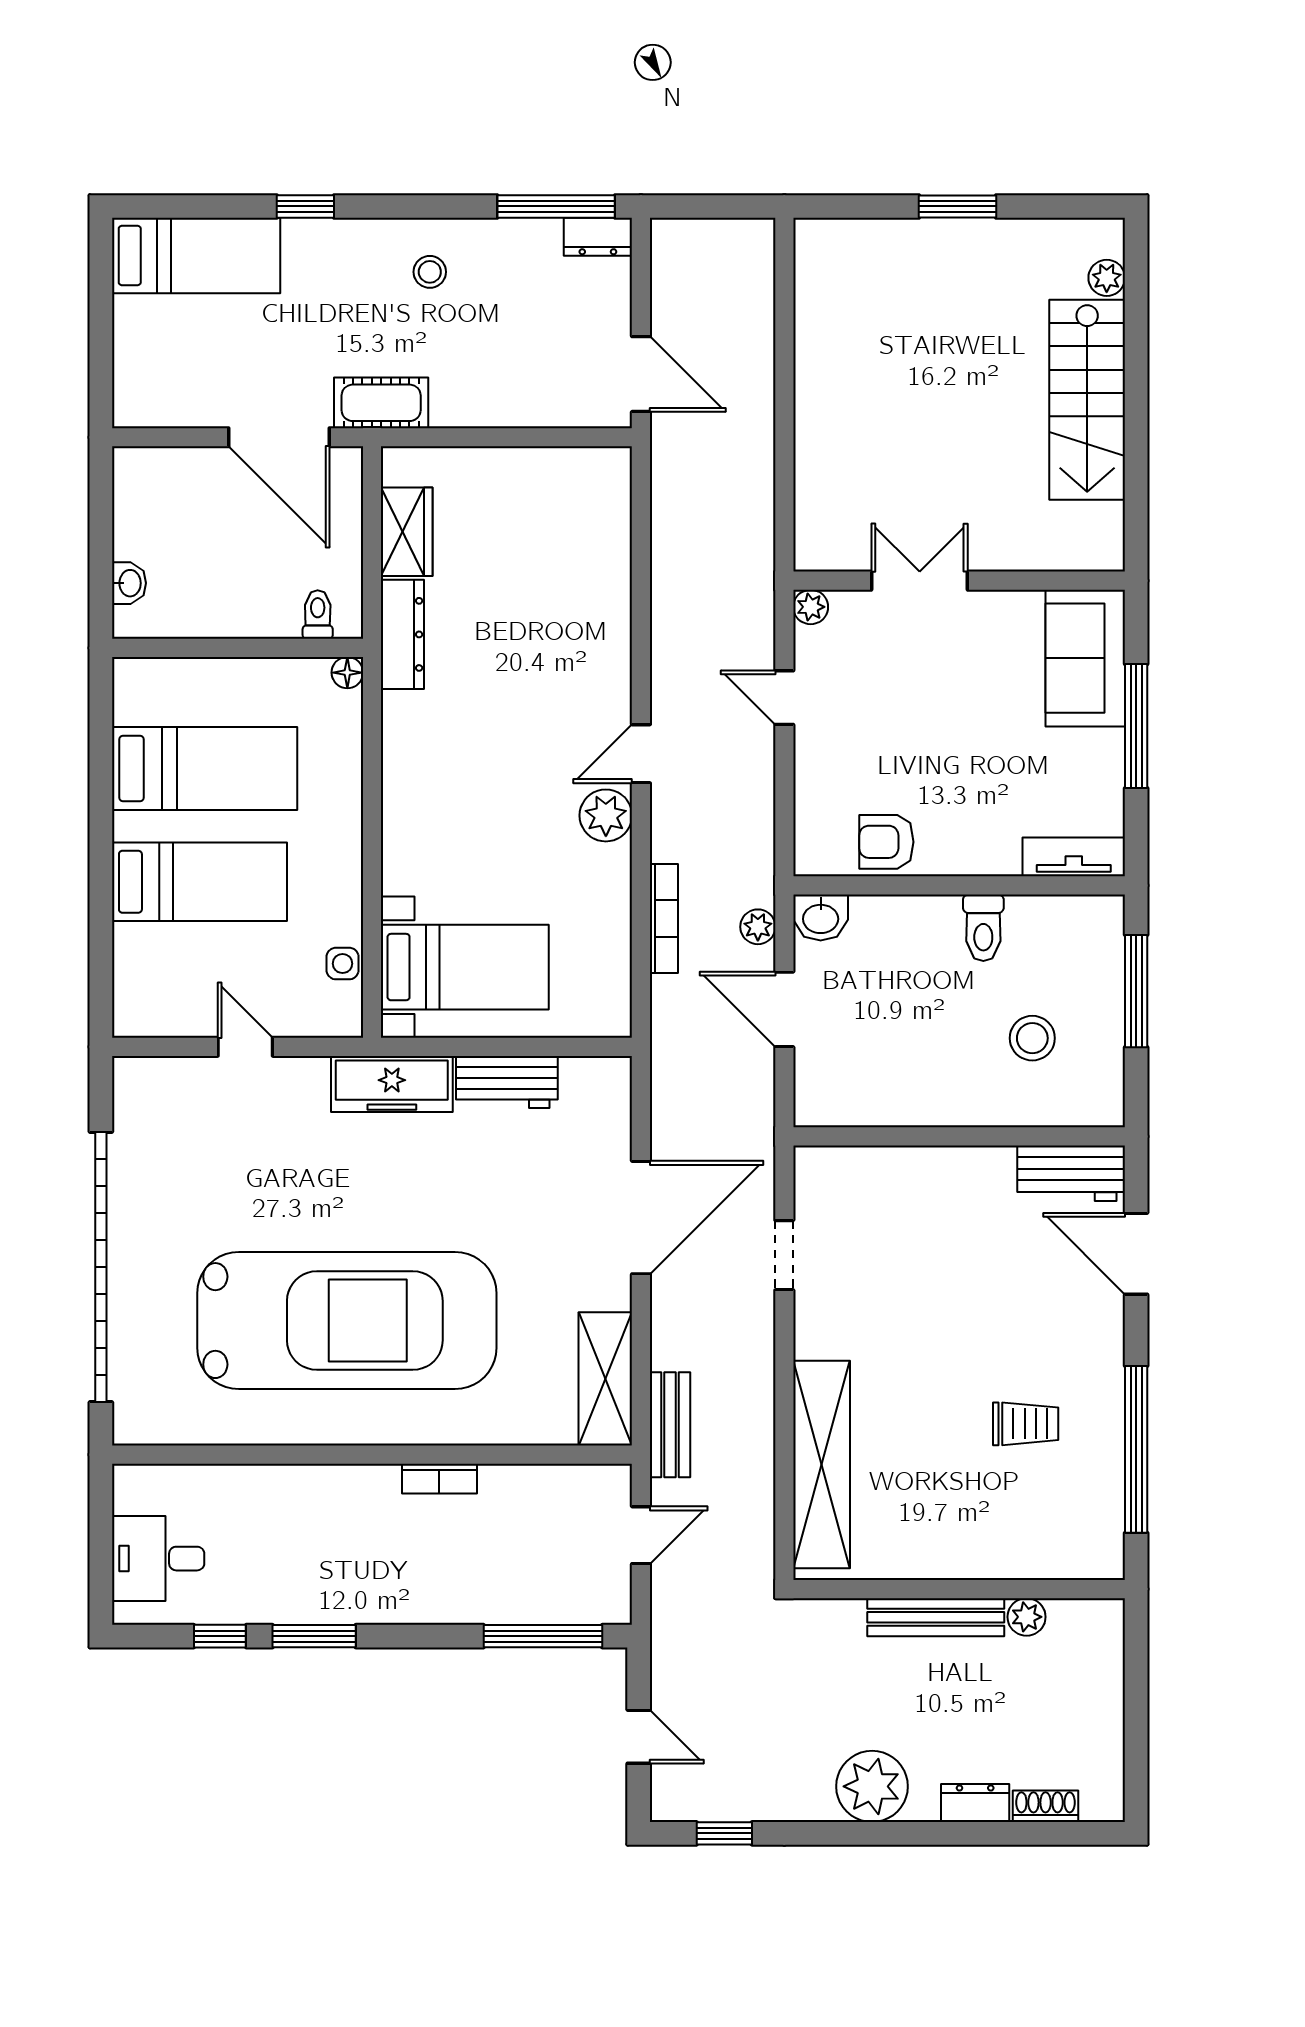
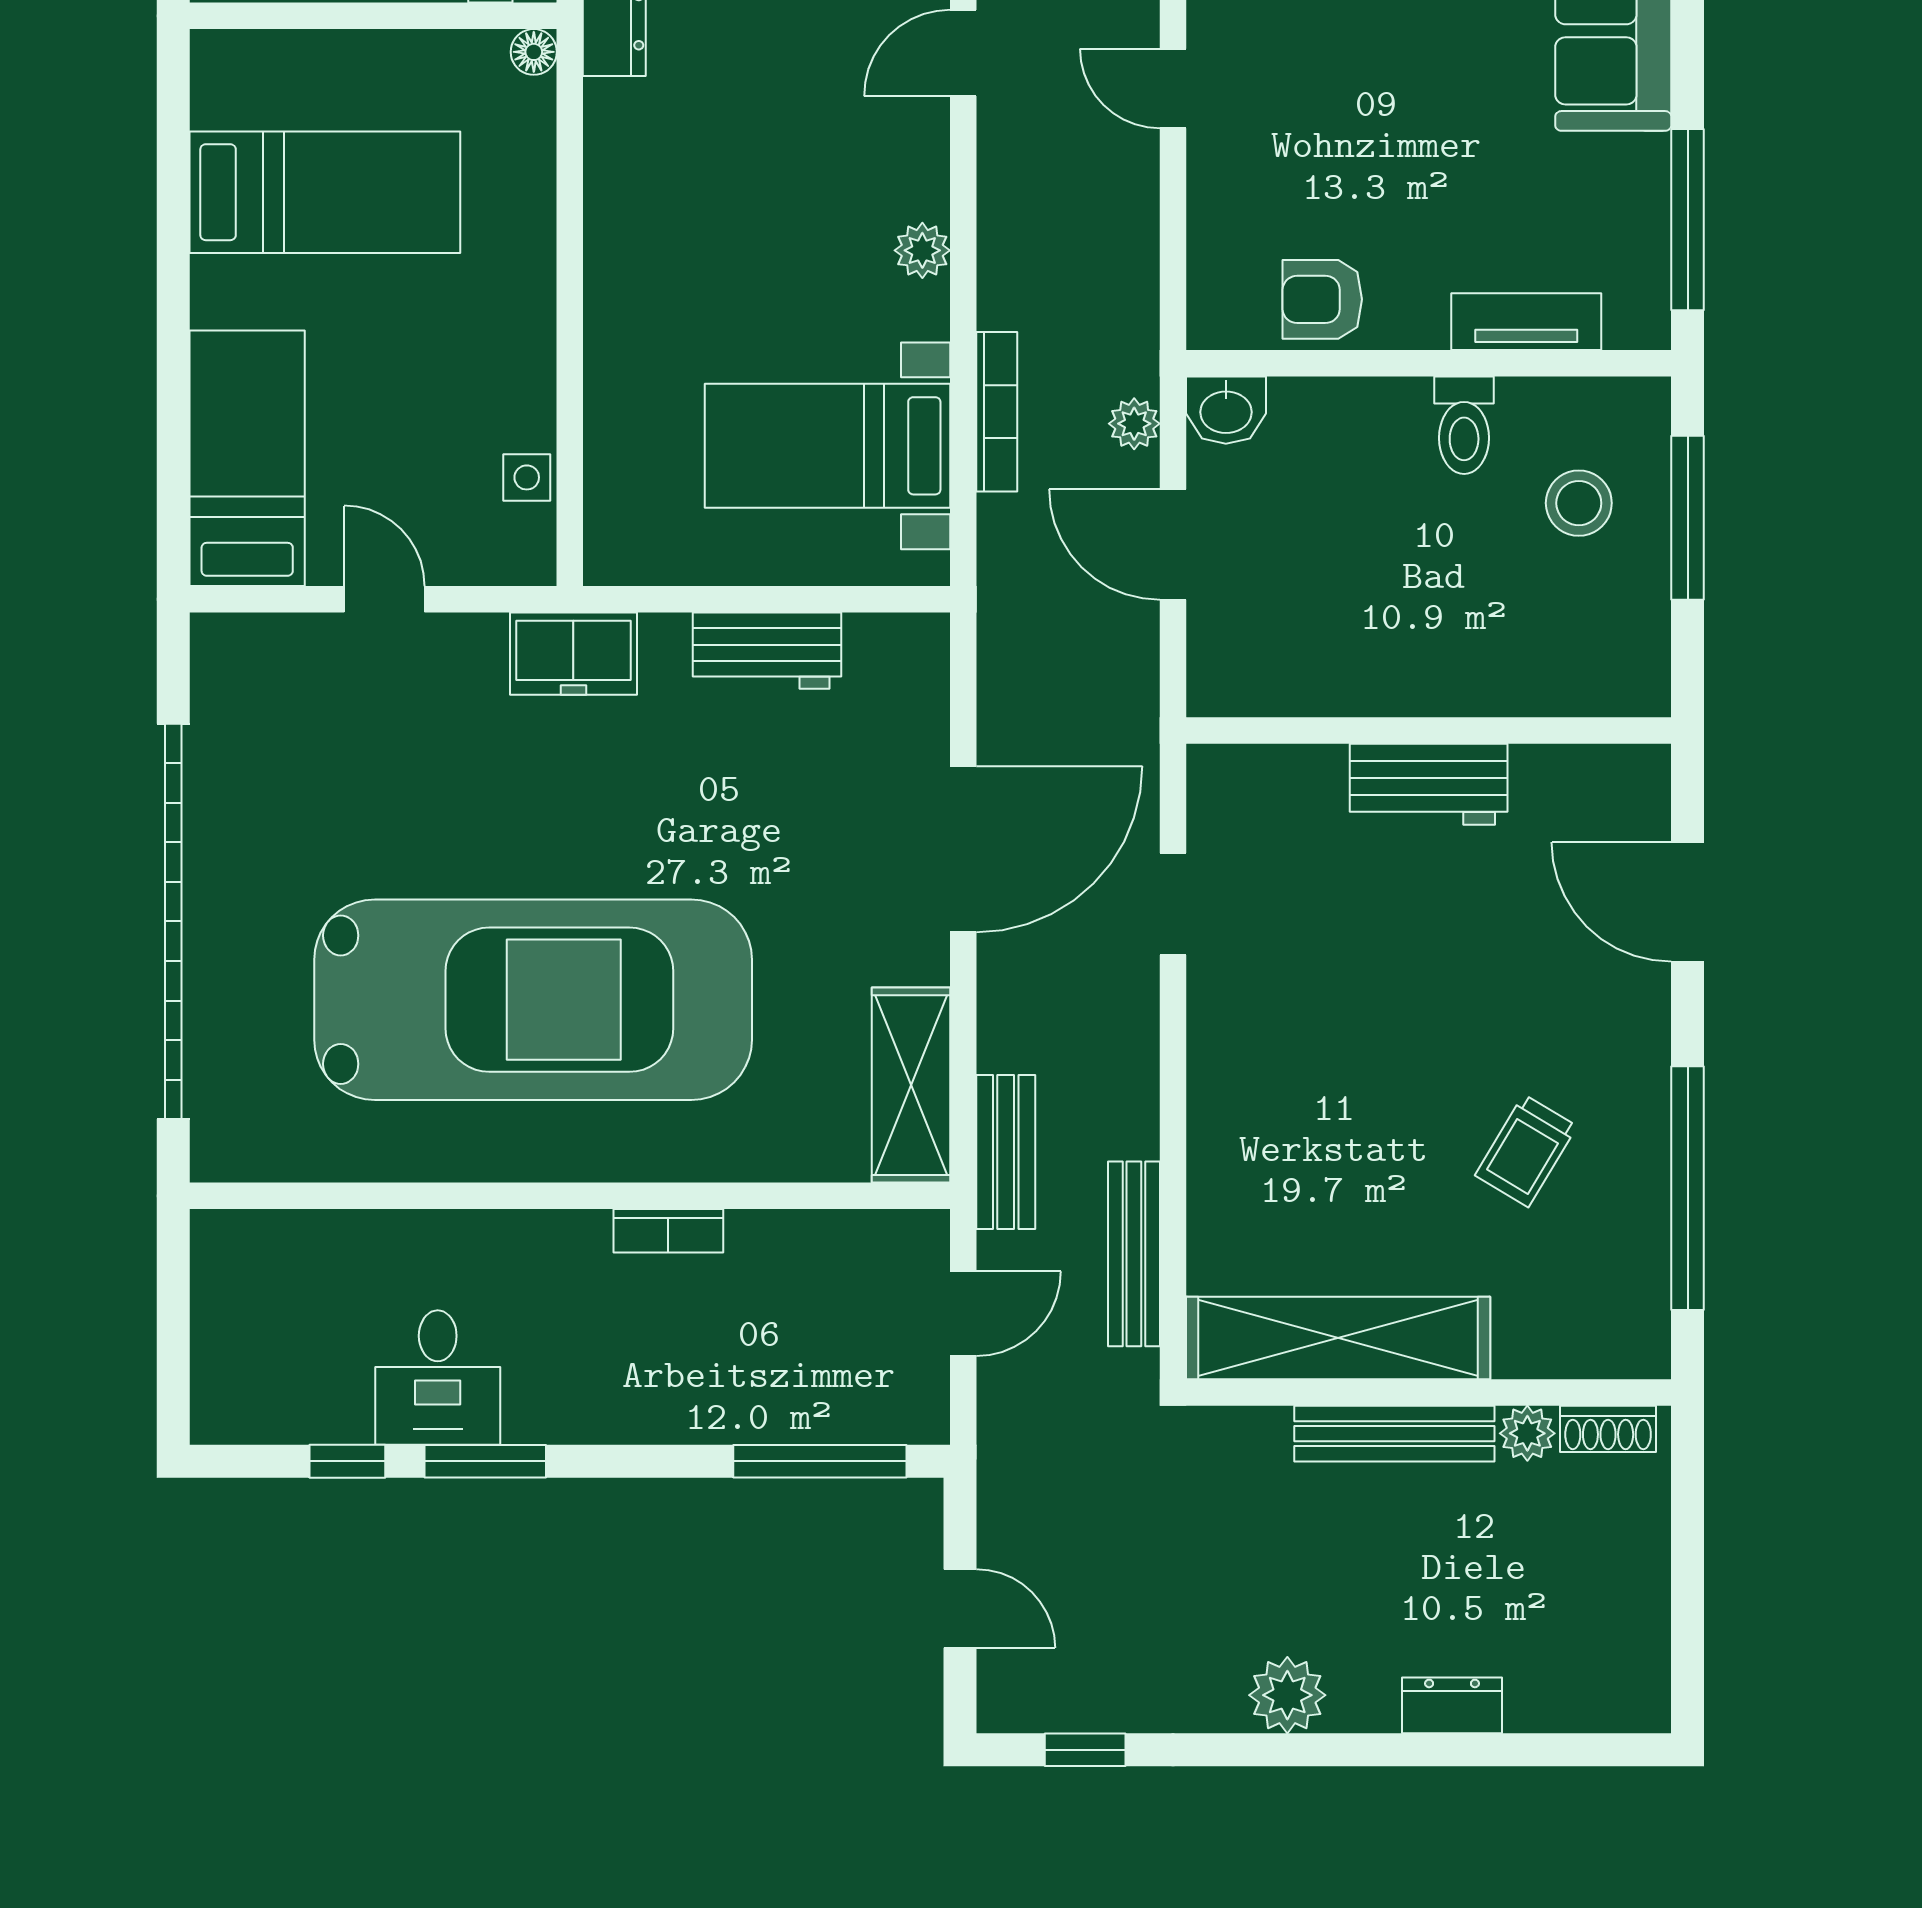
window: (1136, 726) -> (1688, 220), moved
door: (641, 754) -> (963, 53), moved
plant: (606, 815) -> (922, 250), width x0.73, depth x0.73
tv unit: (1074, 857) -> (1526, 322), moved
bed: (199, 882) -> (247, 458), moved, turned -90
bed with nightstands: (465, 967) -> (828, 446), moved, turned 180
stool: (1032, 1038) -> (1579, 503), moved
freezer: (392, 1084) -> (573, 654), width x0.71
workbench: (1071, 1173) -> (1429, 784), moved
trolley: (1026, 1424) -> (1526, 1151), turned 121
shelving: (822, 1464) -> (1338, 1338), moved, turned 90
bench: (758, 1494) -> (1134, 1254), added
desk: (158, 1559) -> (438, 1378), moved, turned -90
plant: (872, 1786) -> (1287, 1695), width x0.73, depth x0.73
shoe rack: (1046, 1806) -> (1608, 1429), moved, turned 180

